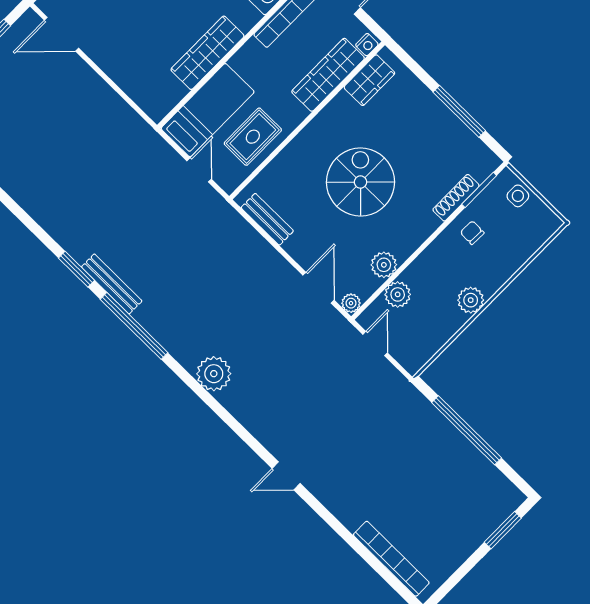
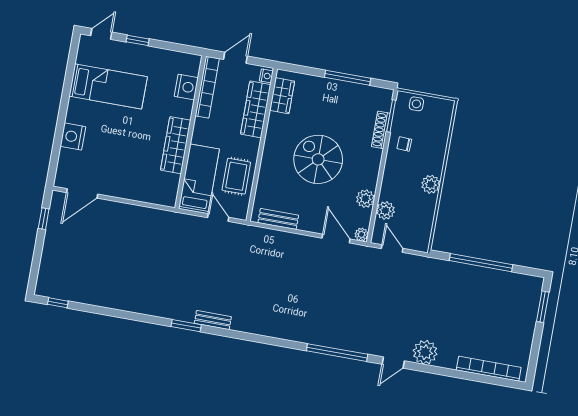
bench: (112, 284) -> (213, 320), width x0.73
window: (134, 326) -> (337, 353), moved
plant: (214, 374) -> (425, 352), moved

